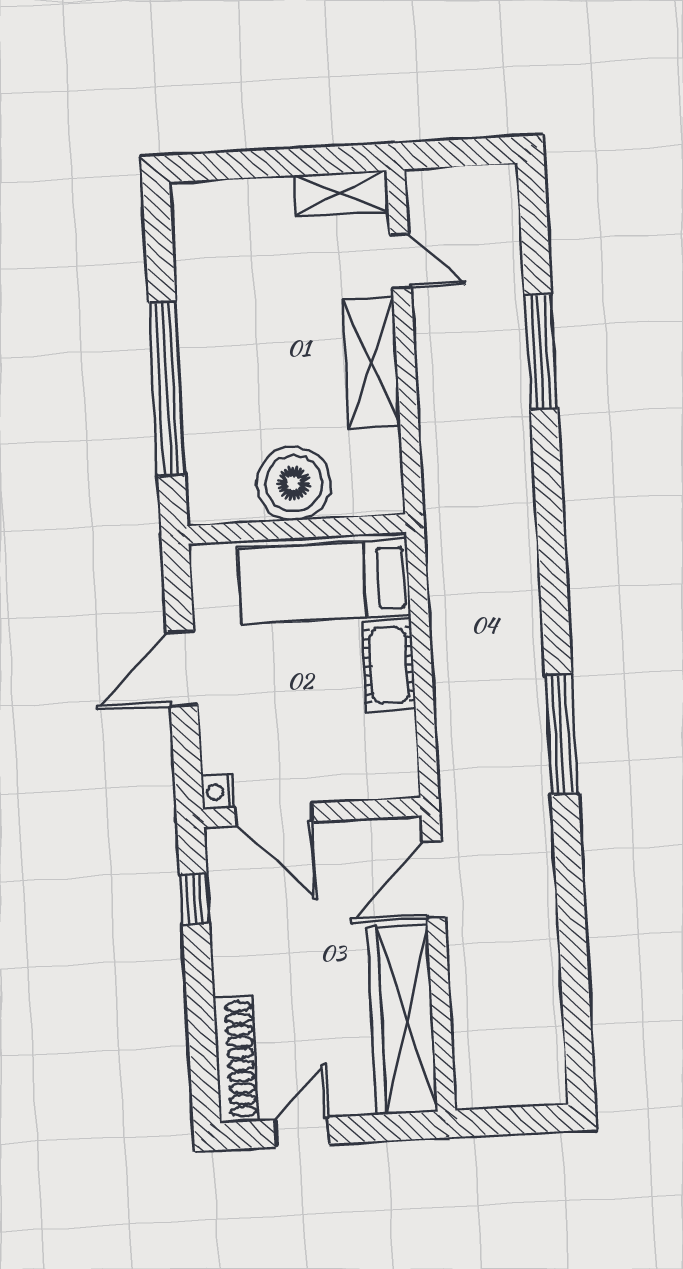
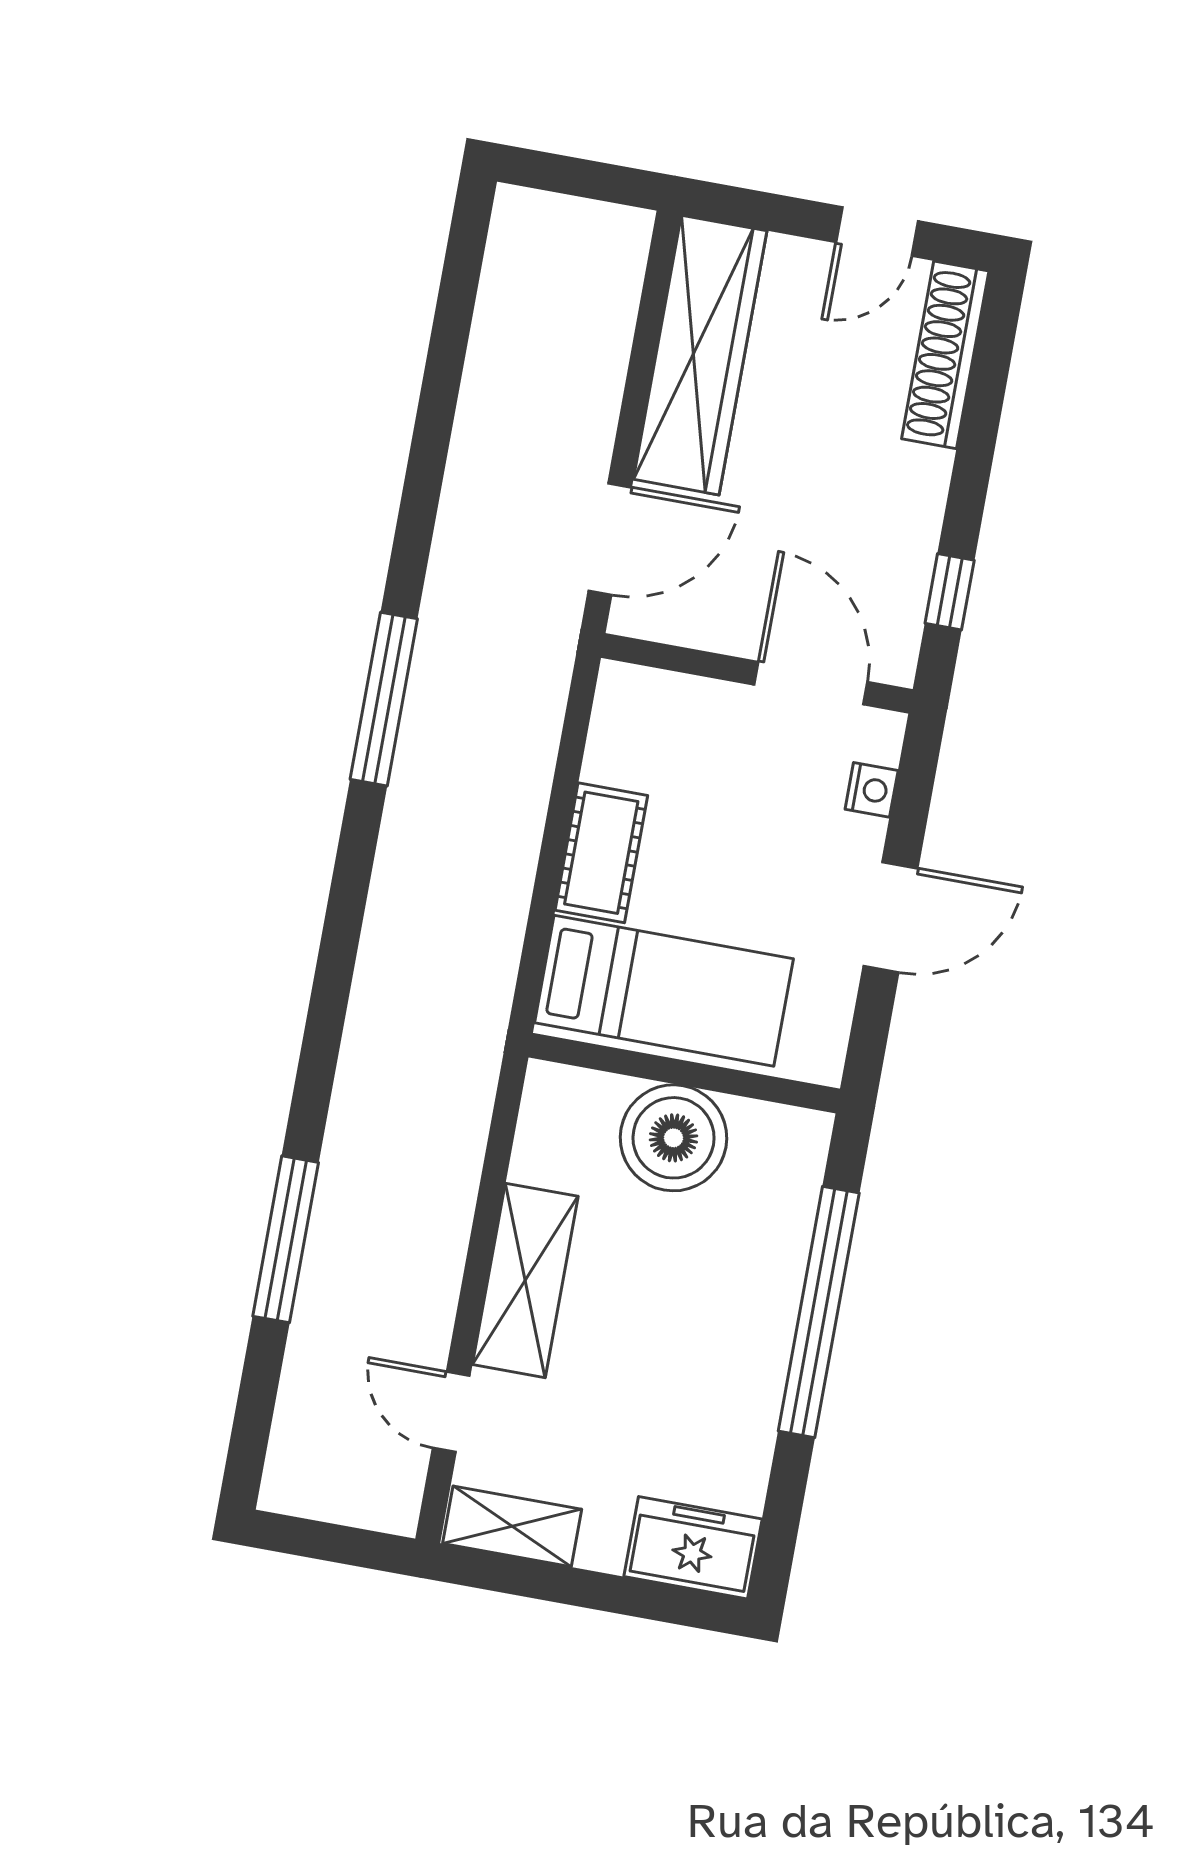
freezer: (214, 208) -> (693, 1548), added
nightstand: (218, 792) -> (872, 790), moved

